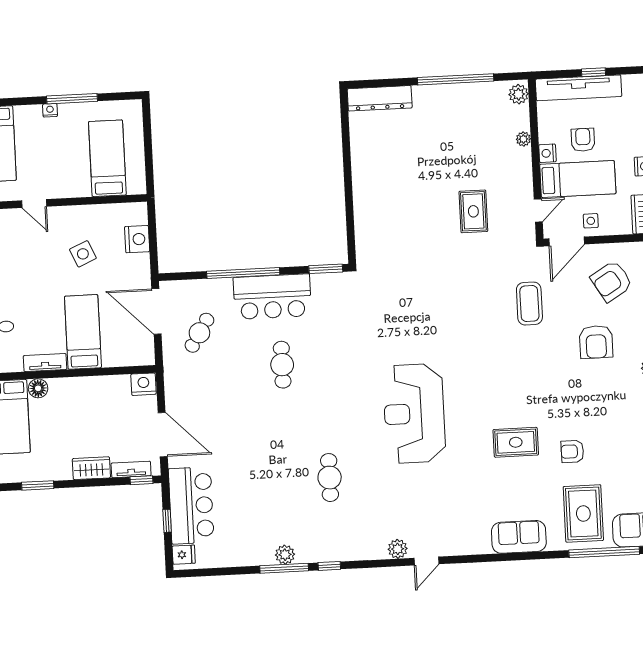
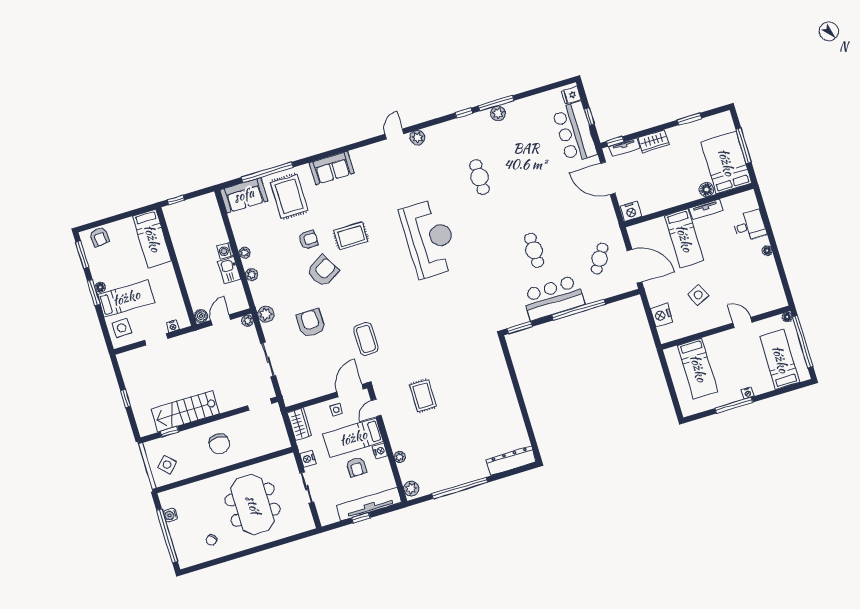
armchair: (611, 281) -> (323, 271), moved

